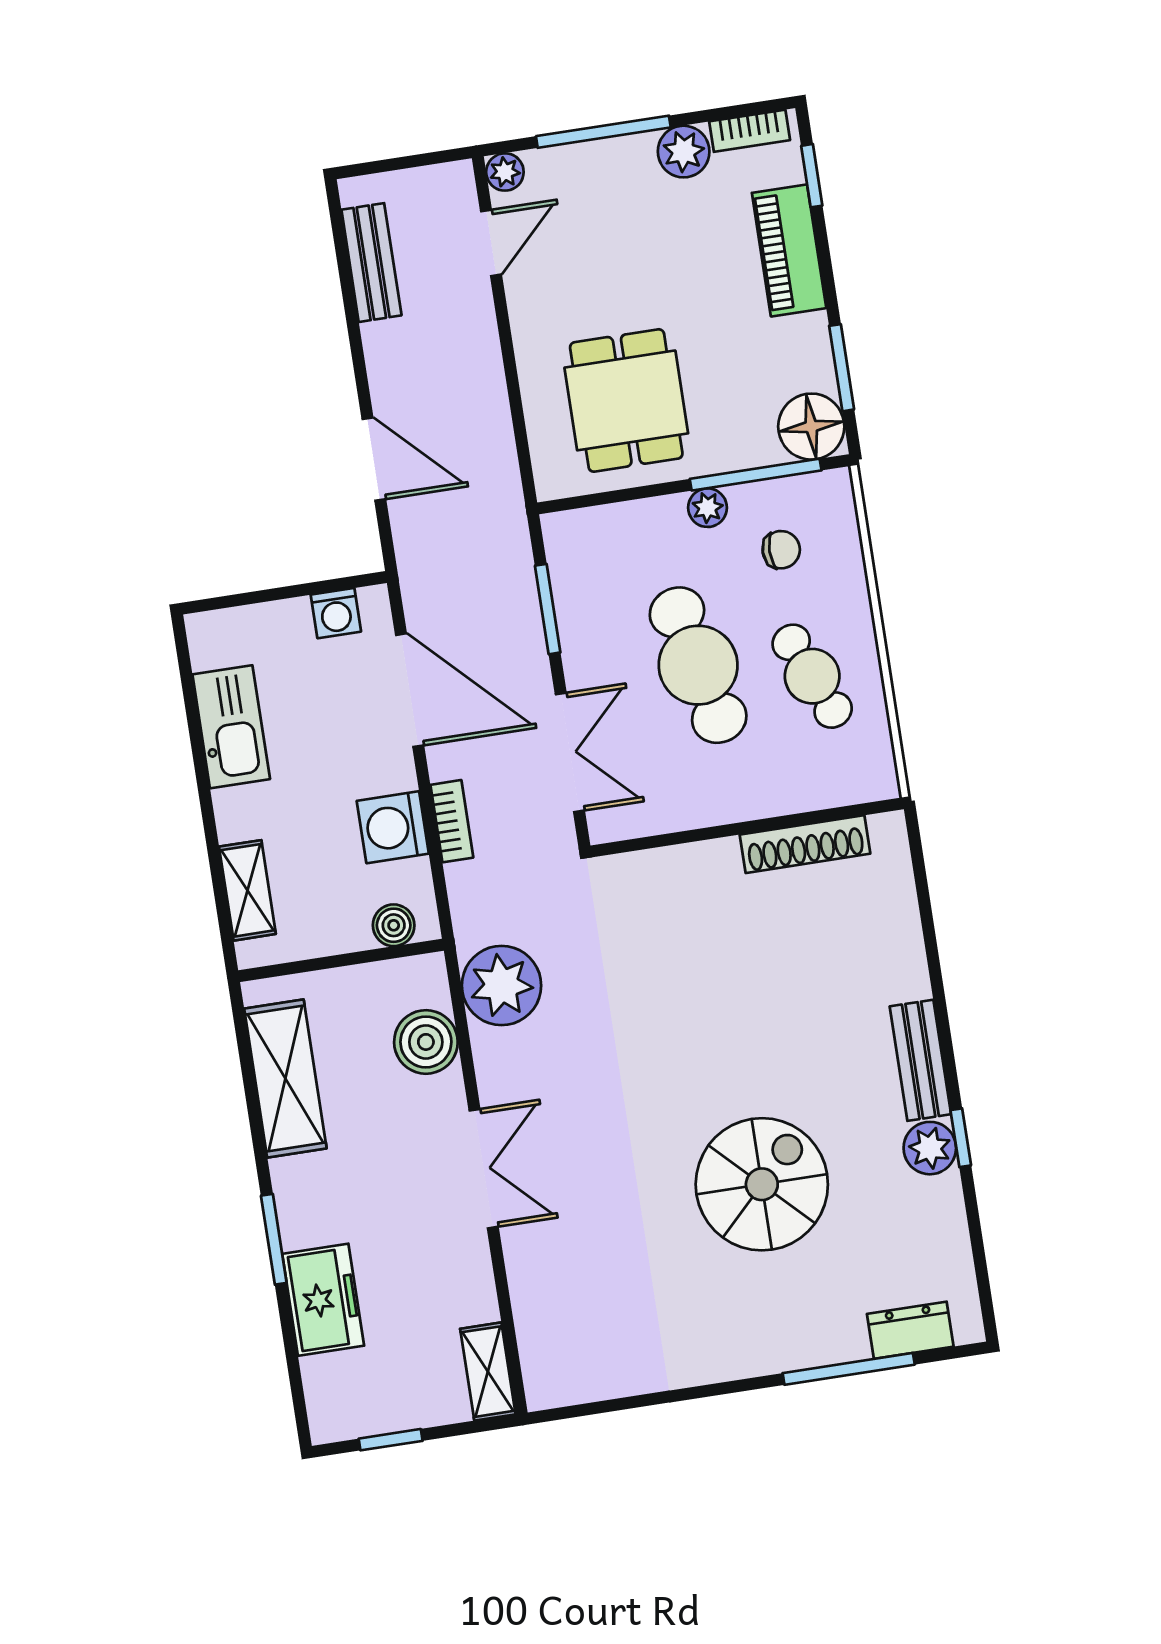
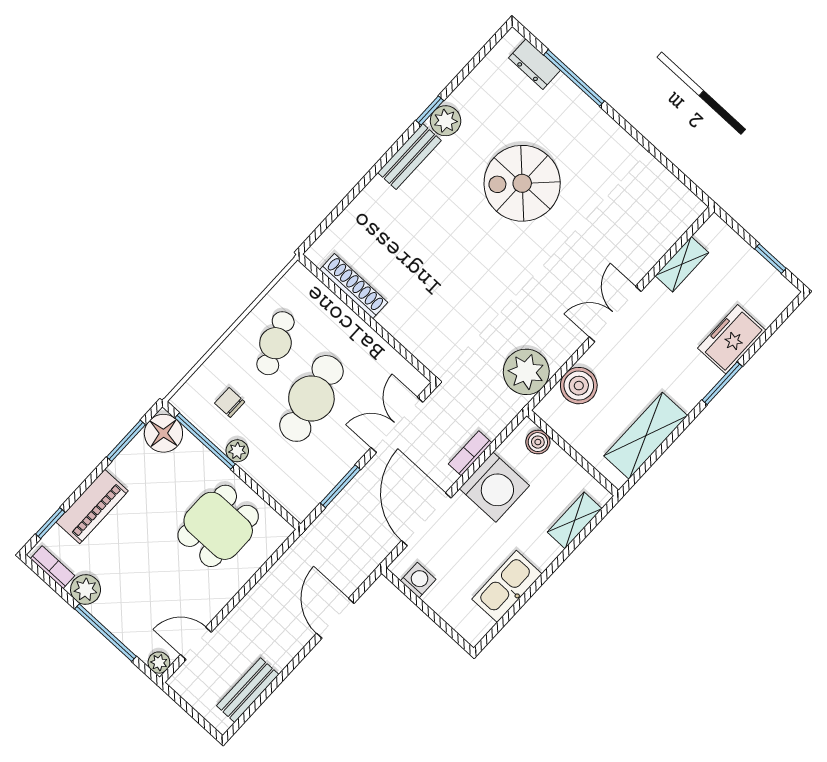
washing machine: (393, 827) -> (494, 487), width x1.37, depth x1.37
shelving: (488, 1372) -> (682, 264), moved

